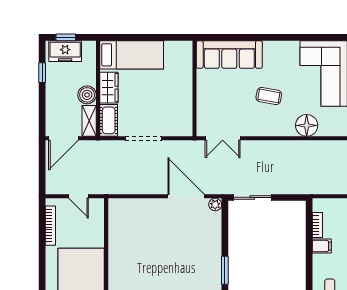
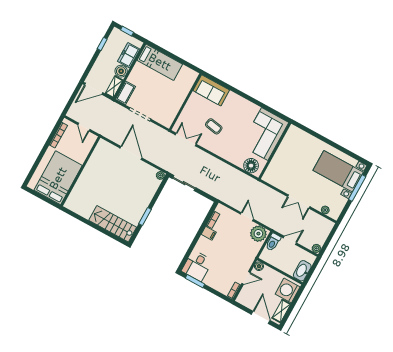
freezer: (65, 51) -> (129, 55), moved, turned 90
sofa: (229, 54) -> (211, 90), width x0.73
wardrobe: (109, 88) -> (136, 74), removed
coffee table: (269, 96) -> (214, 126), moved
floor lamp: (307, 125) -> (251, 166), moved
double door: (223, 138) -> (186, 139), swing flipped
door: (186, 196) -> (131, 153), moved

